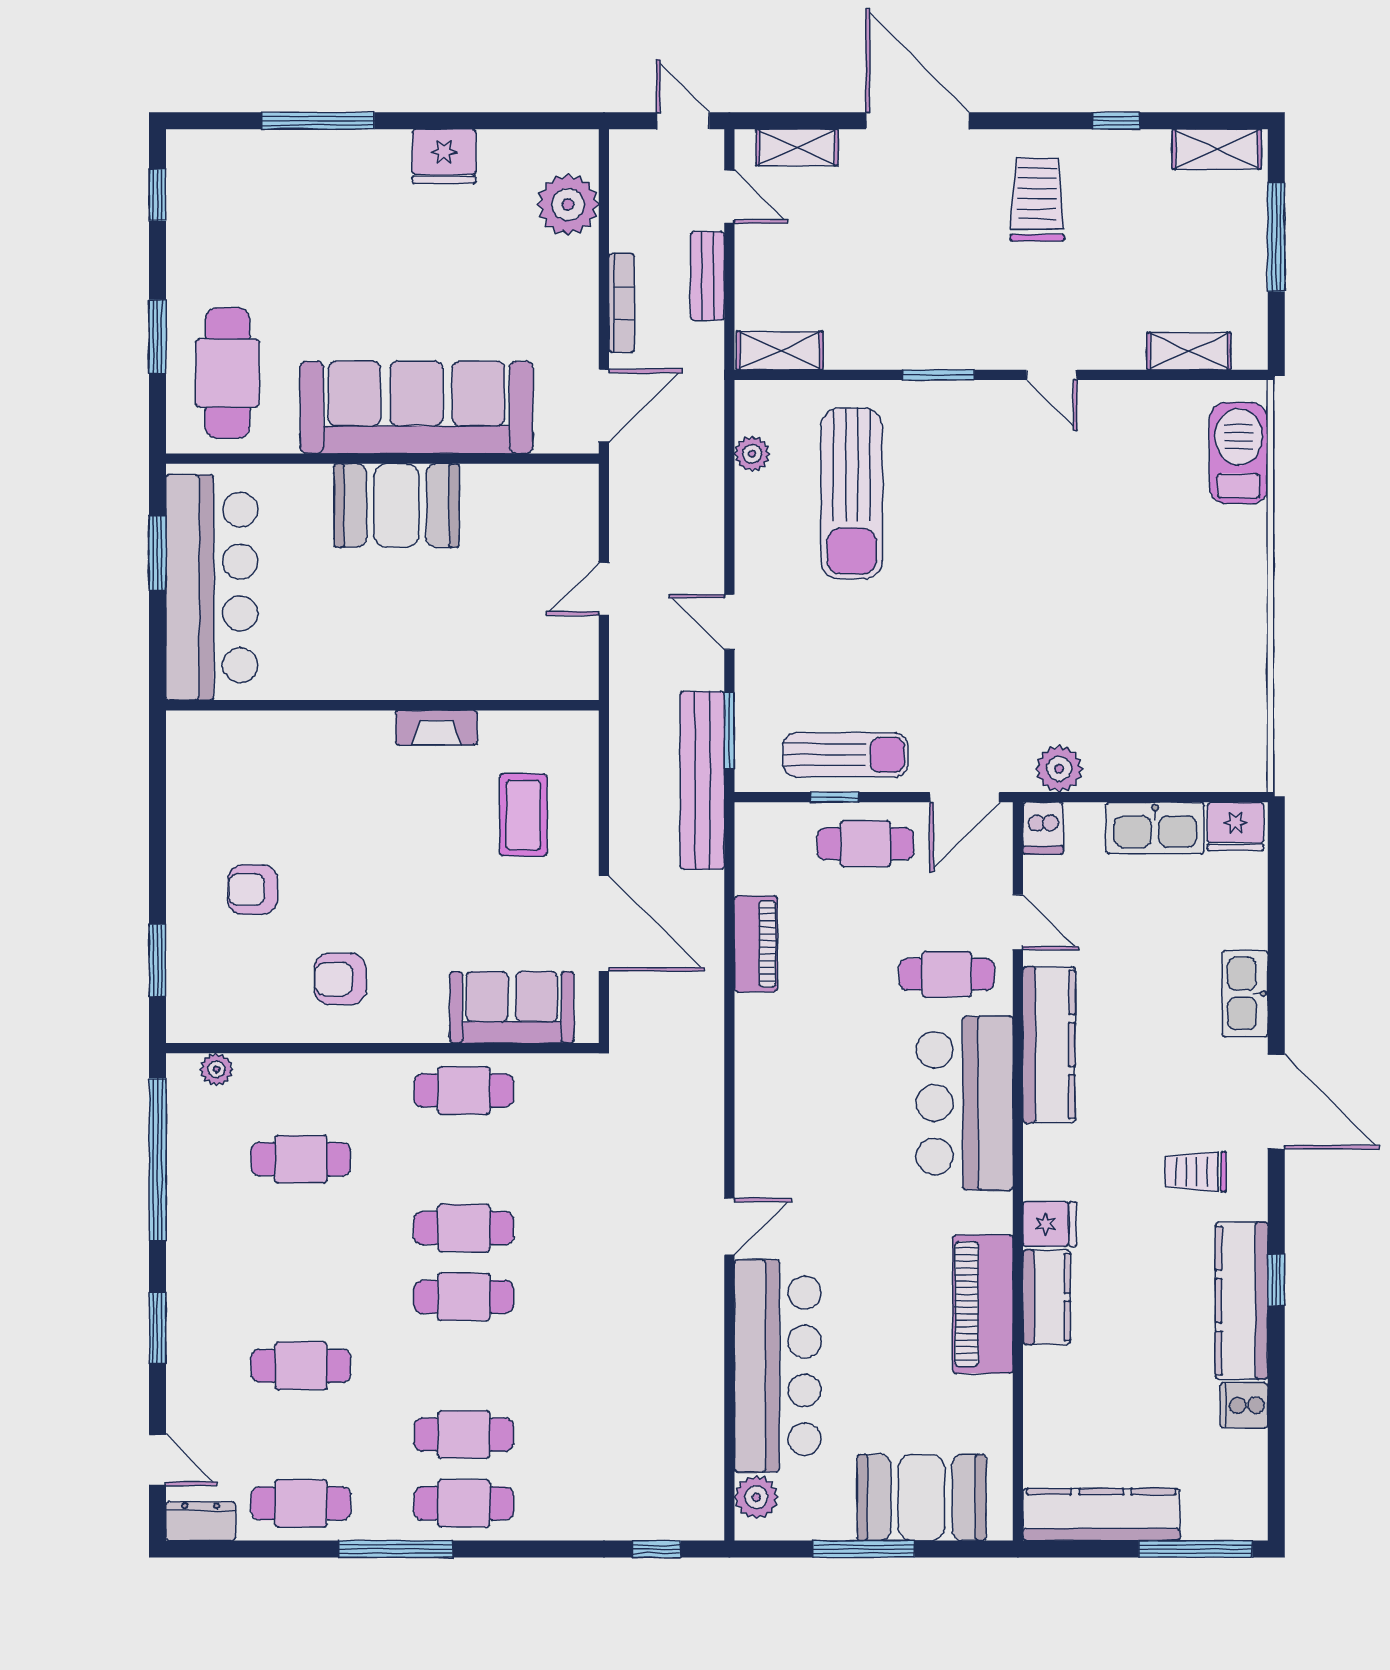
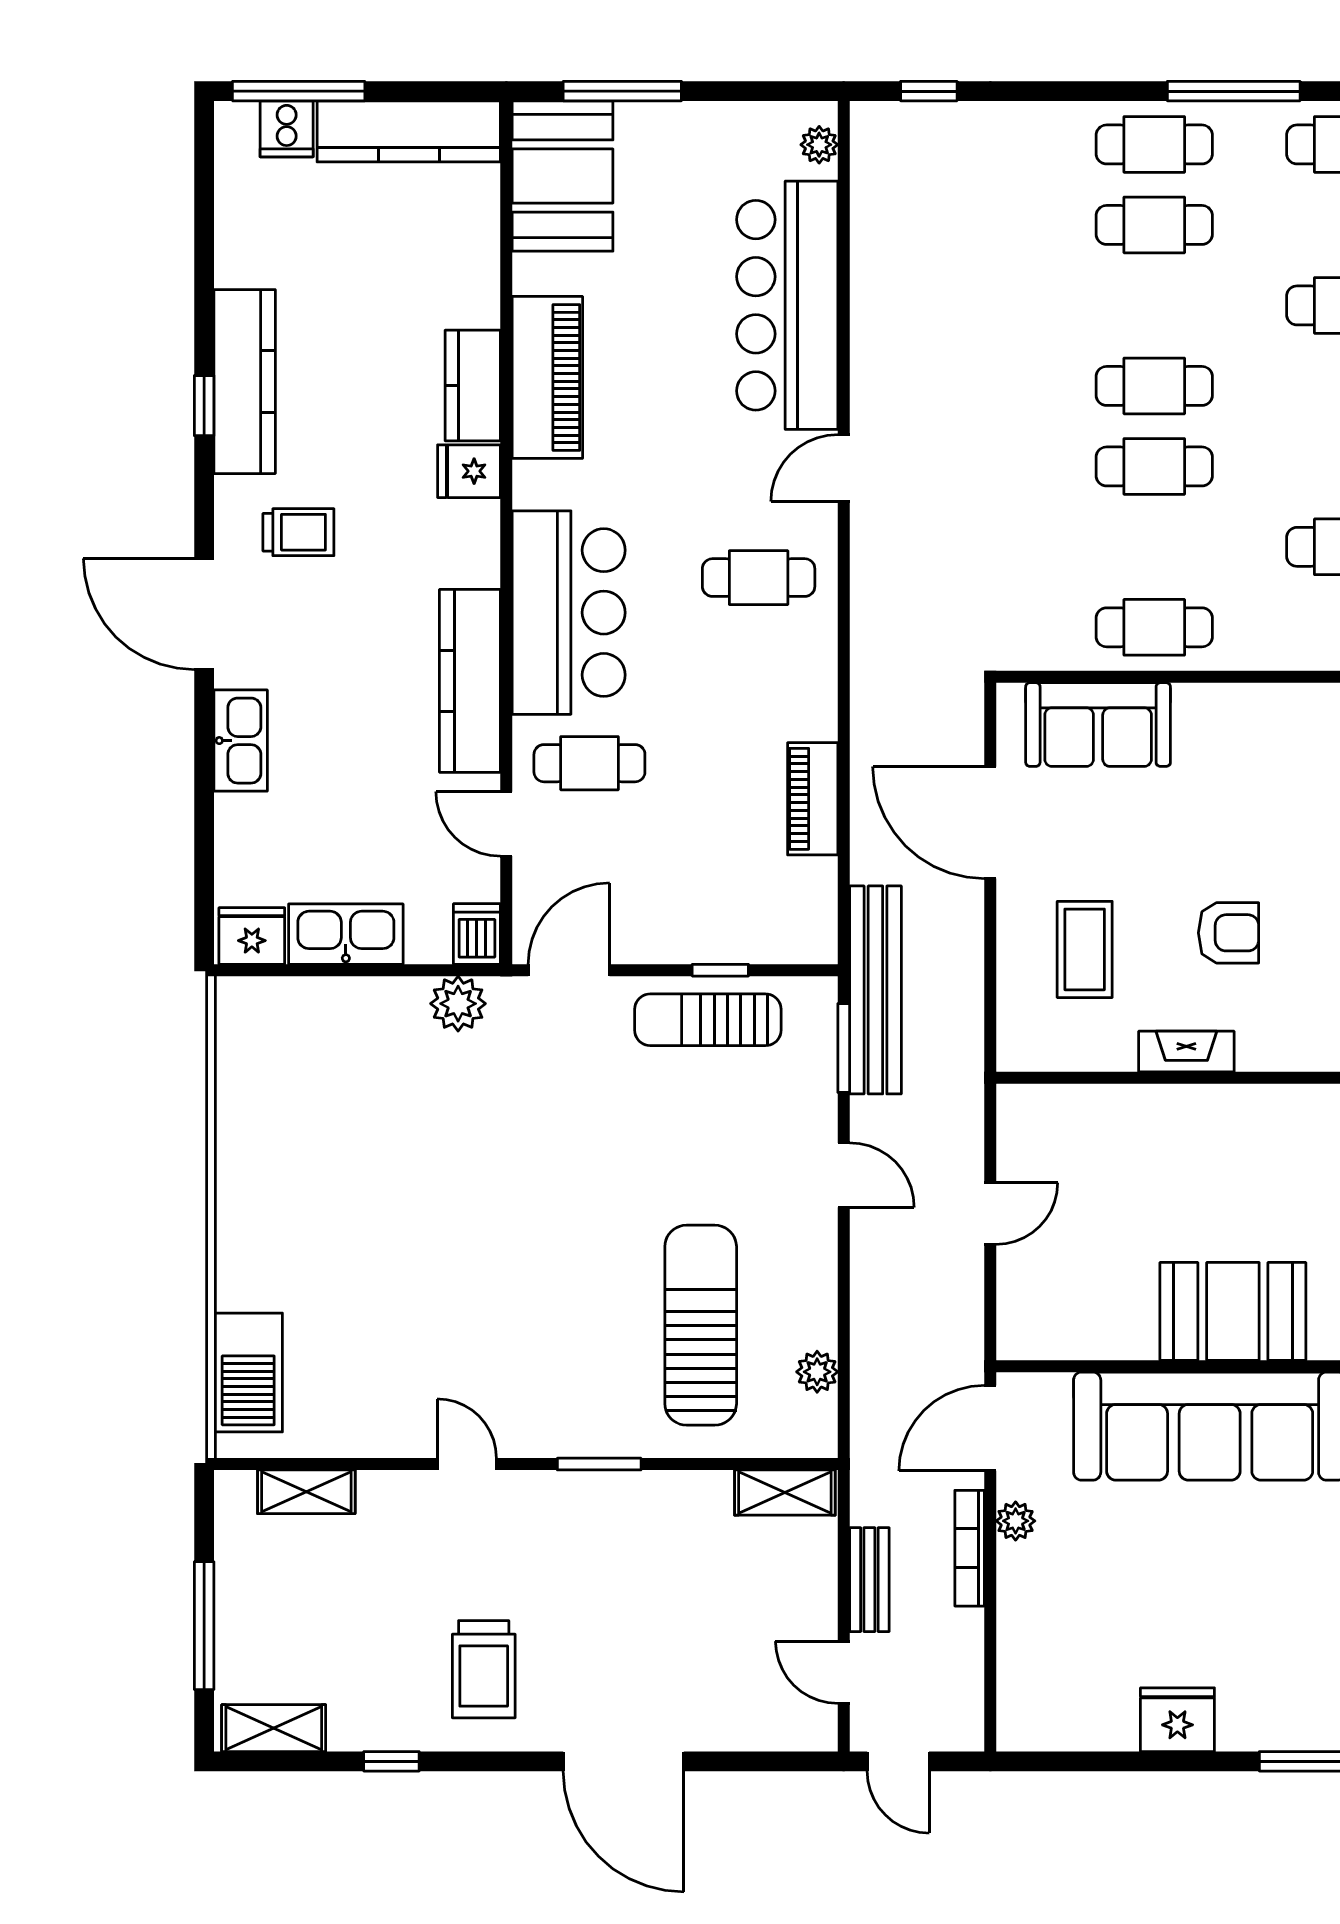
shelving: (797, 147) -> (765, 1730), removed
plant: (568, 205) -> (1016, 1521), moved, width x0.53, depth x0.53
cafe table: (865, 844) -> (759, 578), moved
armchair: (340, 979) -> (1228, 933), moved
cooker: (1244, 1405) -> (287, 129), moved, turned 90
plant: (756, 1497) -> (819, 145), width x0.73, depth x0.73
booth: (921, 1498) -> (563, 176), moved, turned 90
window: (864, 1549) -> (622, 91), moved

